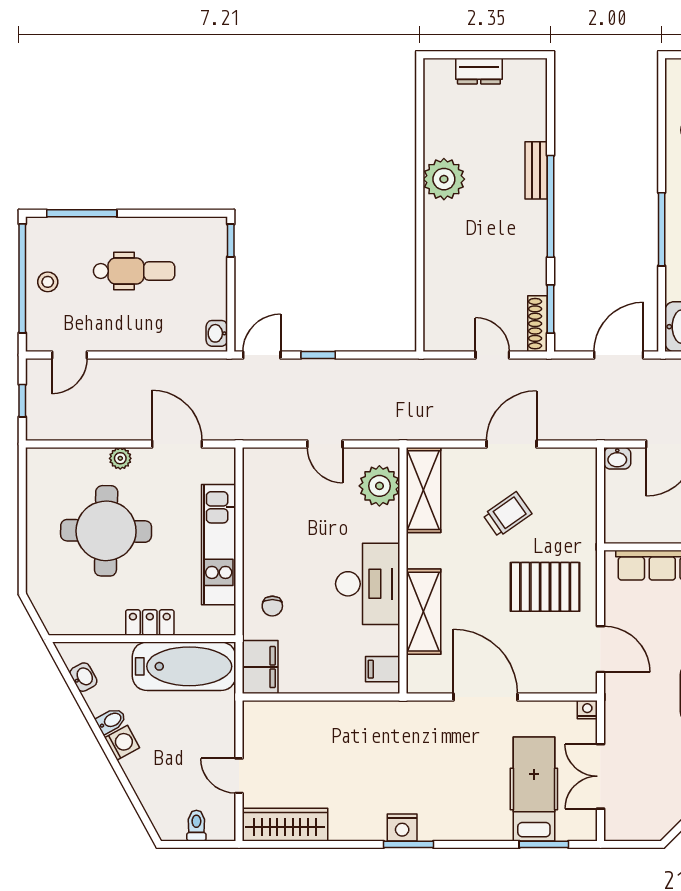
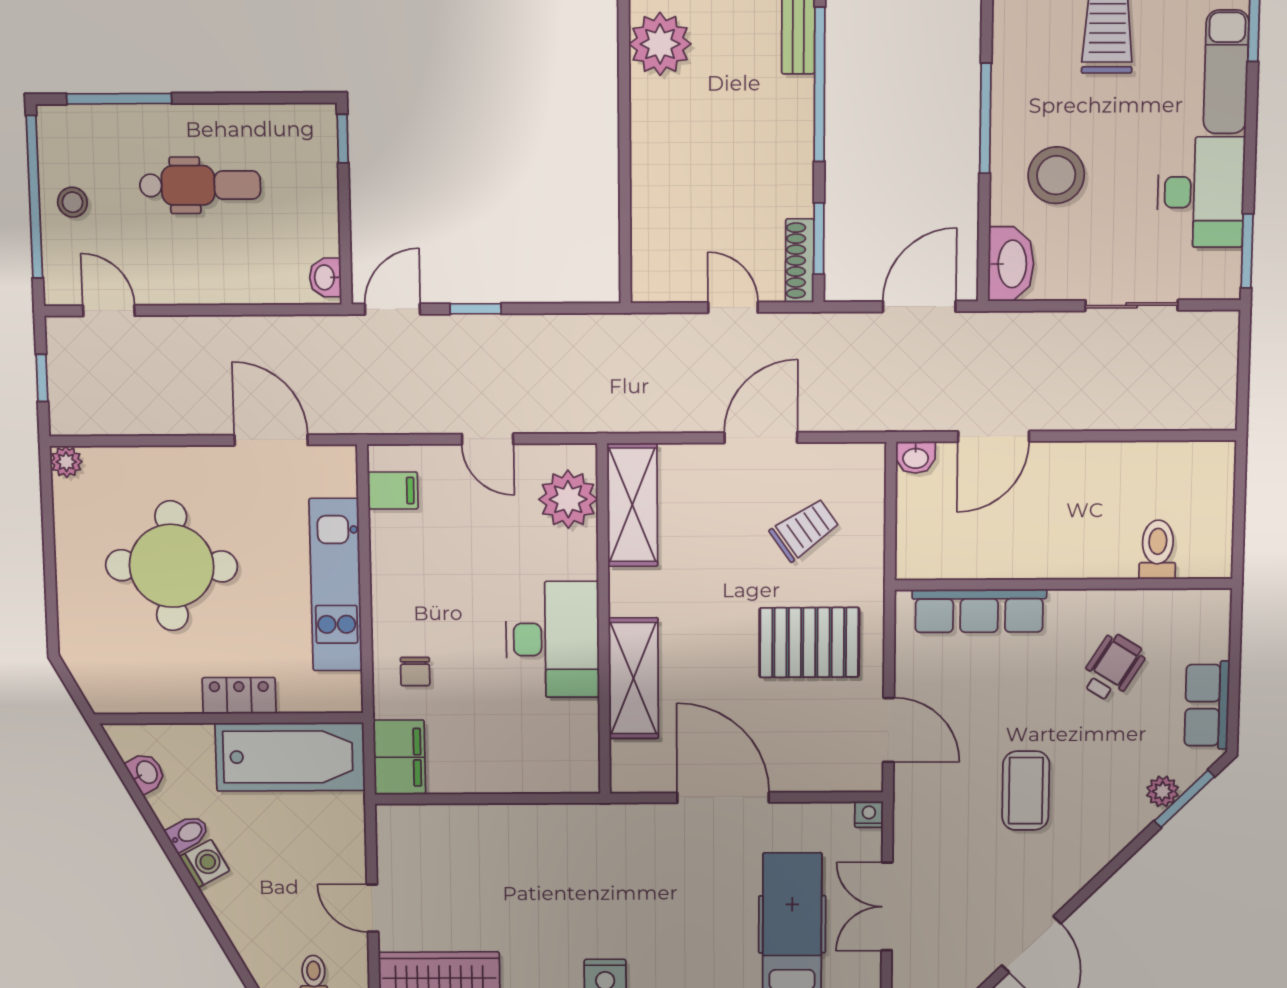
door: (69, 355) -> (109, 311), swing flipped
plant: (120, 458) -> (66, 462), moved
trolley: (507, 514) -> (804, 530), moved
filing cabinet: (383, 669) -> (393, 491), moved, turned 180

